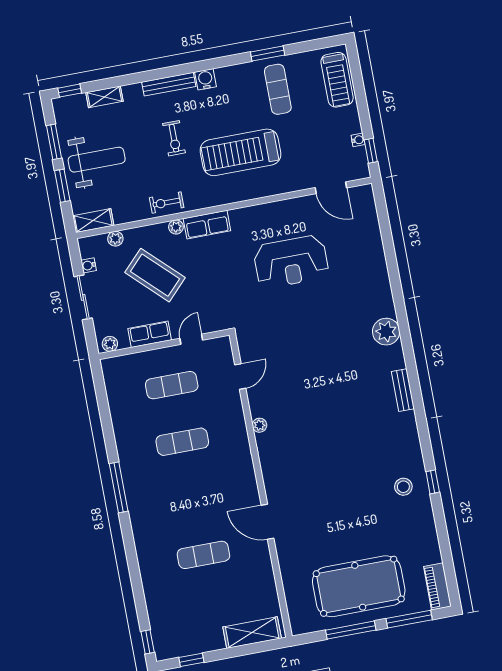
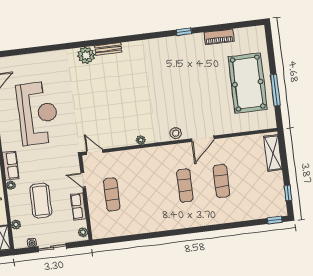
reception desk: (291, 262) -> (38, 113), width x1.36, depth x1.30
coffee table: (155, 275) -> (41, 201), turned -44
door: (240, 376) -> (95, 152), moved
bench: (403, 390) -> (108, 49), moved
exercise mat: (182, 442) -> (185, 185), moved
window: (119, 487) -> (175, 232), removed
stool: (403, 487) -> (176, 133), moved
piano: (437, 586) -> (219, 37), moved
window: (409, 619) -> (271, 52), removed

